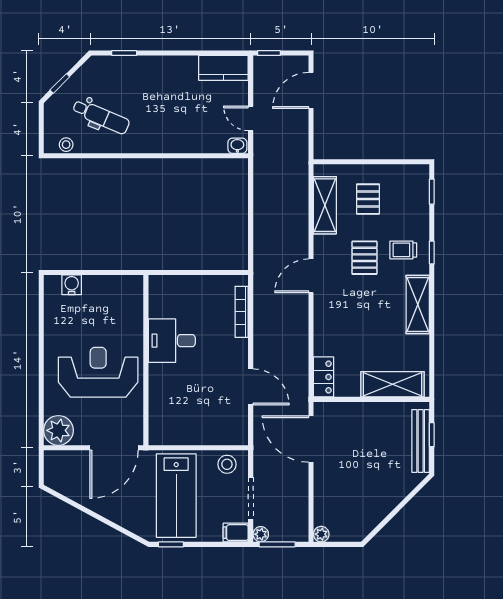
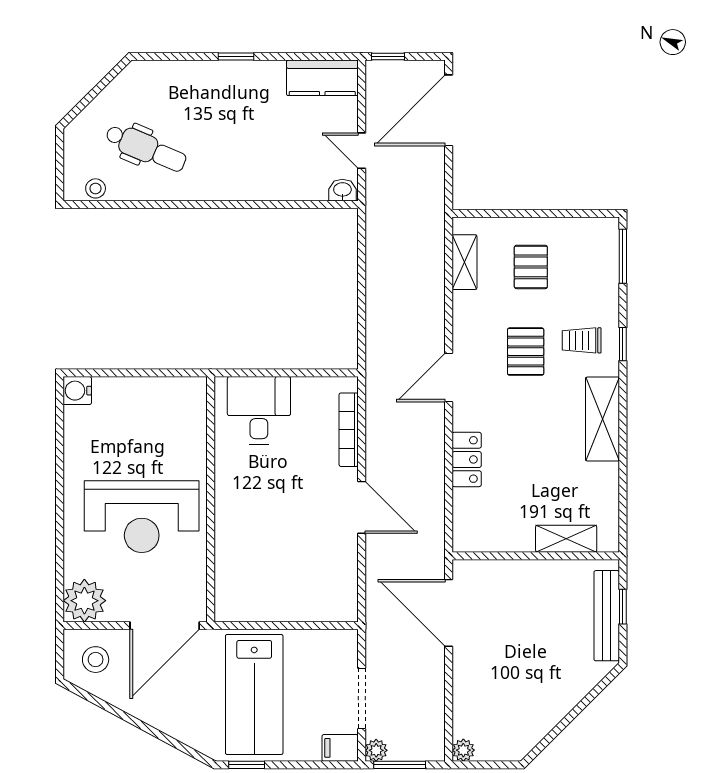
window: (124, 53) -> (236, 57), moved
window: (60, 83) -> (86, 100), removed
door: (311, 90) -> (449, 110), width x1.36
window: (432, 192) -> (623, 256), width x1.50
shelving: (325, 205) -> (464, 262), width x0.67, depth x0.75
water cooler: (72, 285) -> (77, 391), moved, turned -90
desk: (172, 341) -> (259, 410), moved, turned 90
reception desk: (98, 372) -> (142, 517), turned 180
locker: (324, 377) -> (467, 459), moved
shelving: (393, 384) -> (566, 539), width x0.67, depth x0.75
door: (251, 387) -> (362, 507), moved
stool: (227, 464) -> (96, 660), moved

